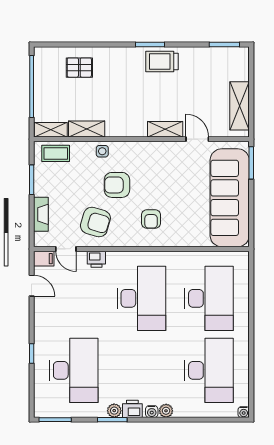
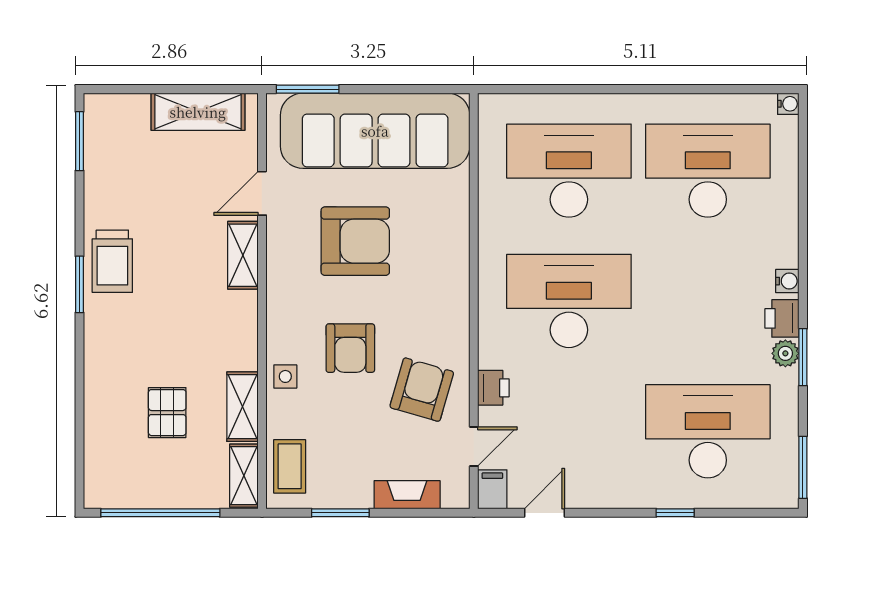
pallet: (79, 68) -> (167, 413), moved
armchair: (151, 219) -> (355, 241), moved, width x1.88, depth x1.88
plant: (166, 411) -> (786, 254), removed

